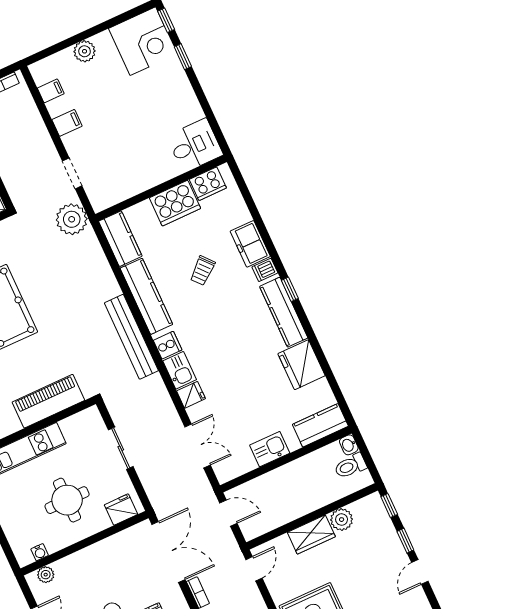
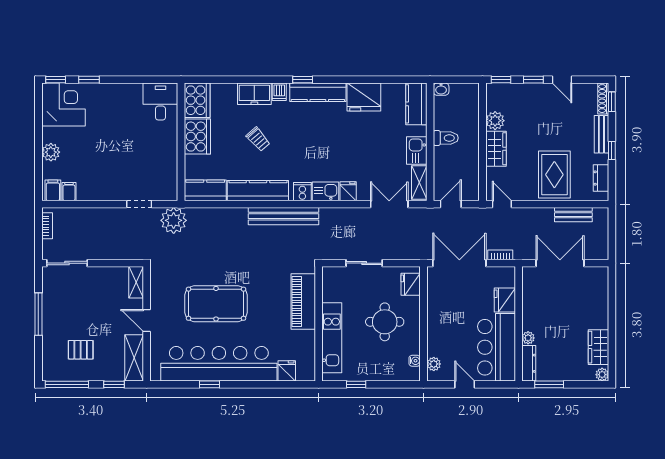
filing cabinet: (67, 123) -> (53, 190), moved
cooker: (208, 184) -> (197, 100), width x1.37, depth x1.31
toilet: (350, 466) -> (446, 138), moved, turned -90
shelving: (236, 468) -> (419, 183), added

